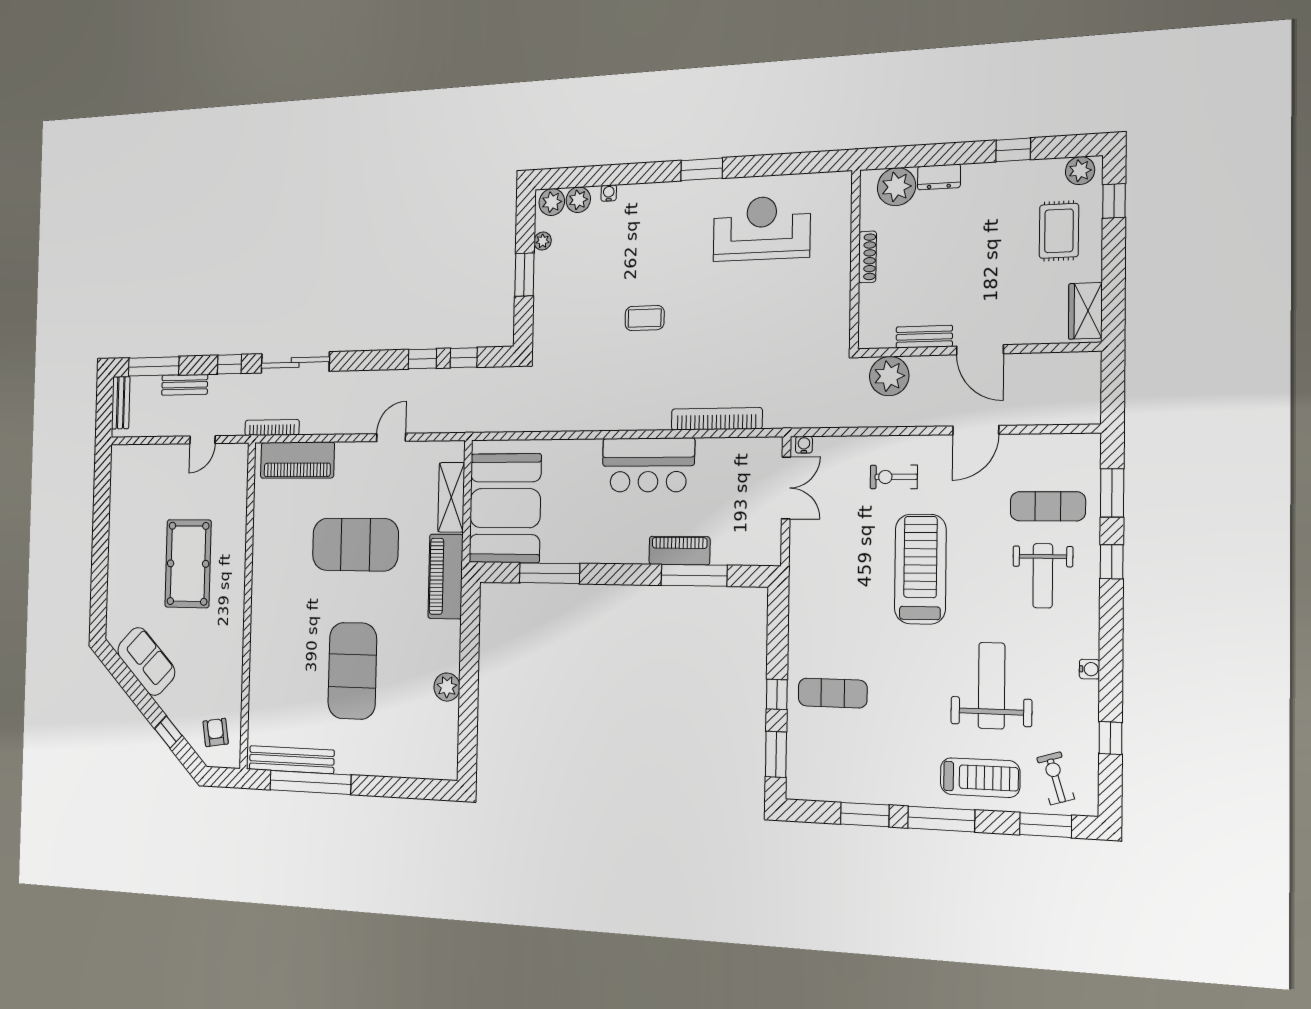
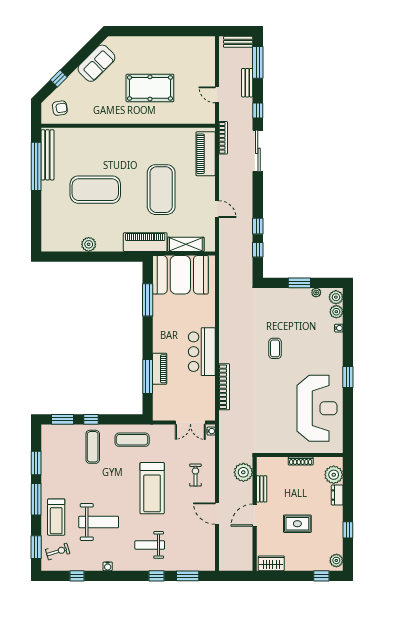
reception desk: (762, 228) -> (317, 408), width x1.36, depth x1.30
rug: (1059, 231) -> (297, 524), moved
exercise mat: (1048, 506) -> (132, 440), moved, turned 90
treadmill: (920, 569) -> (152, 488), turned 90

